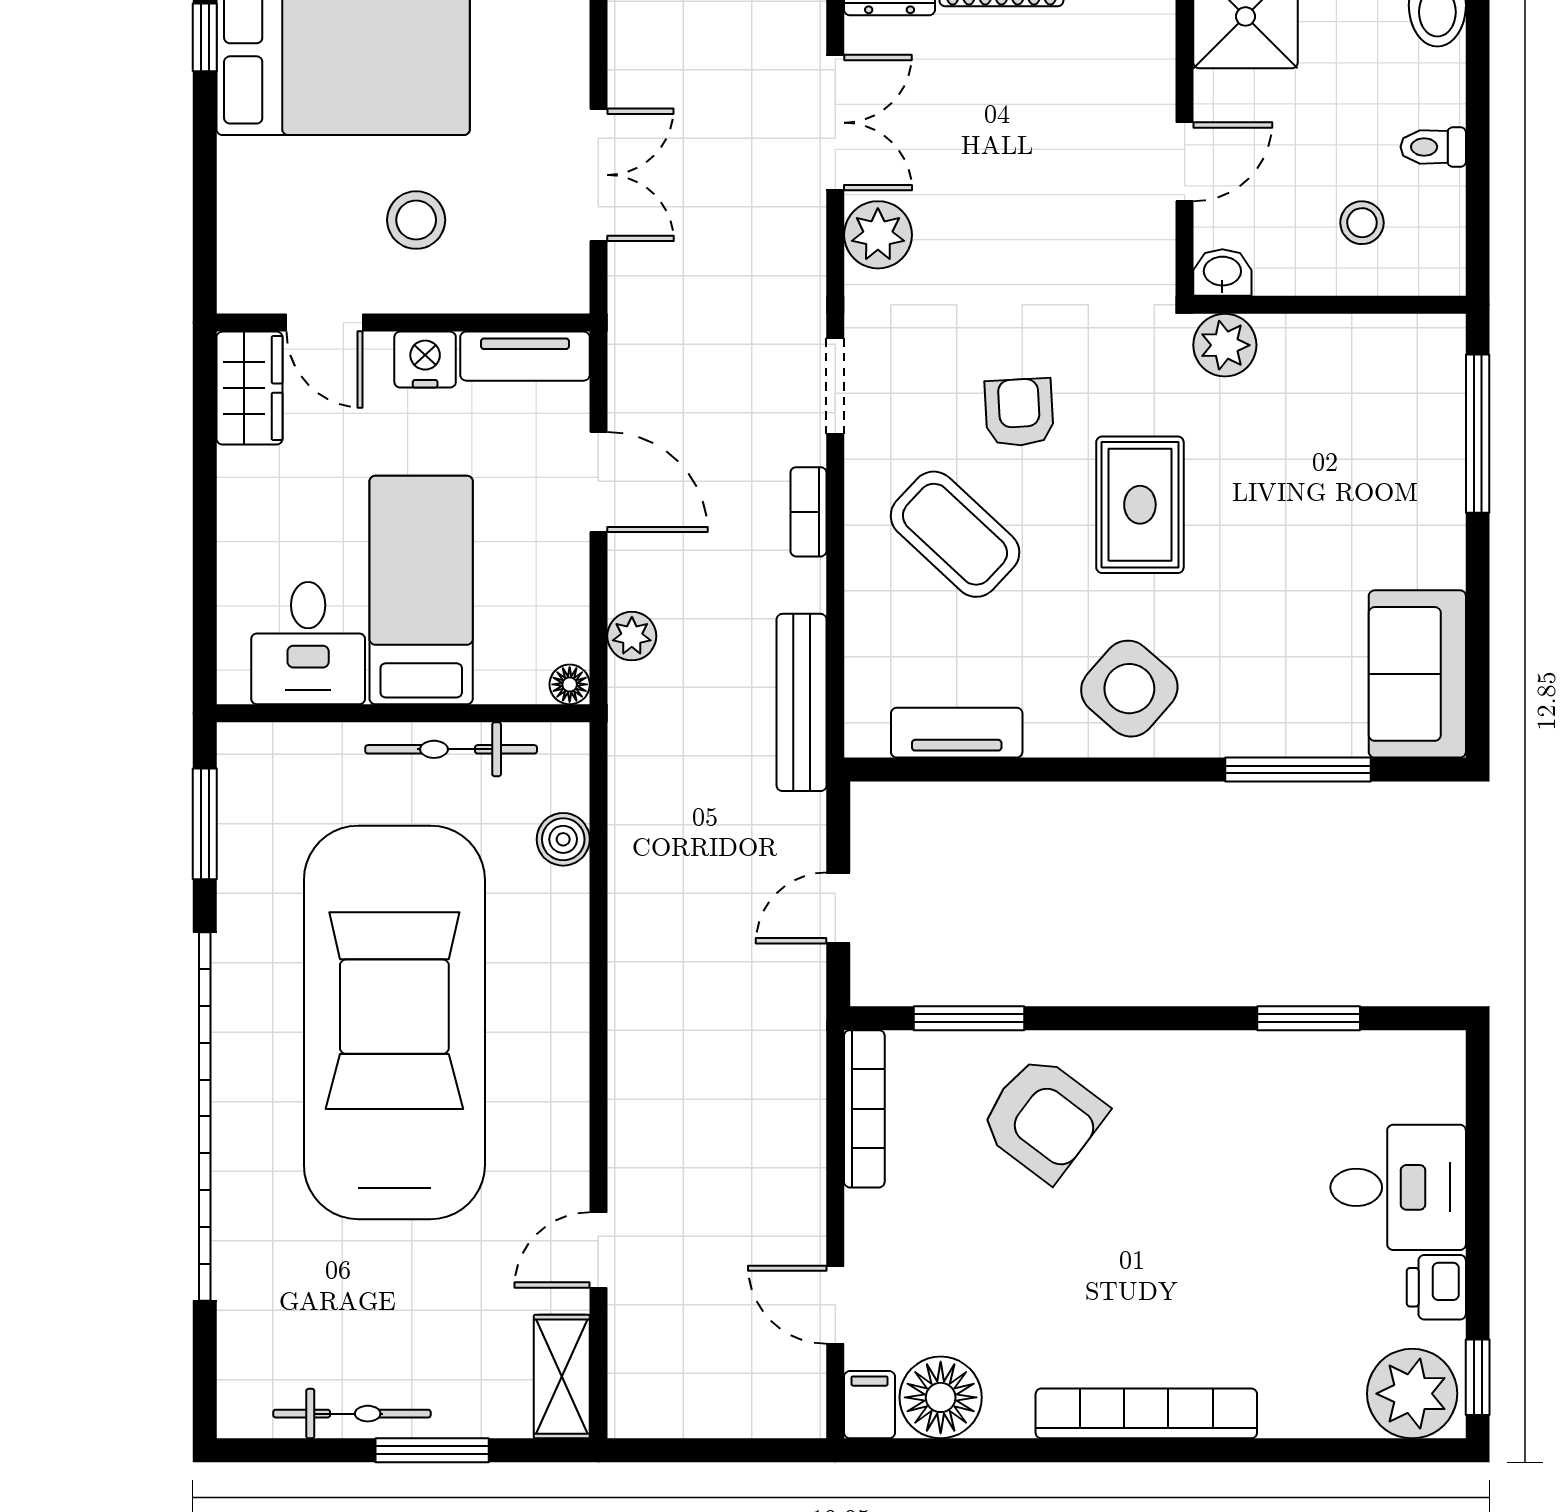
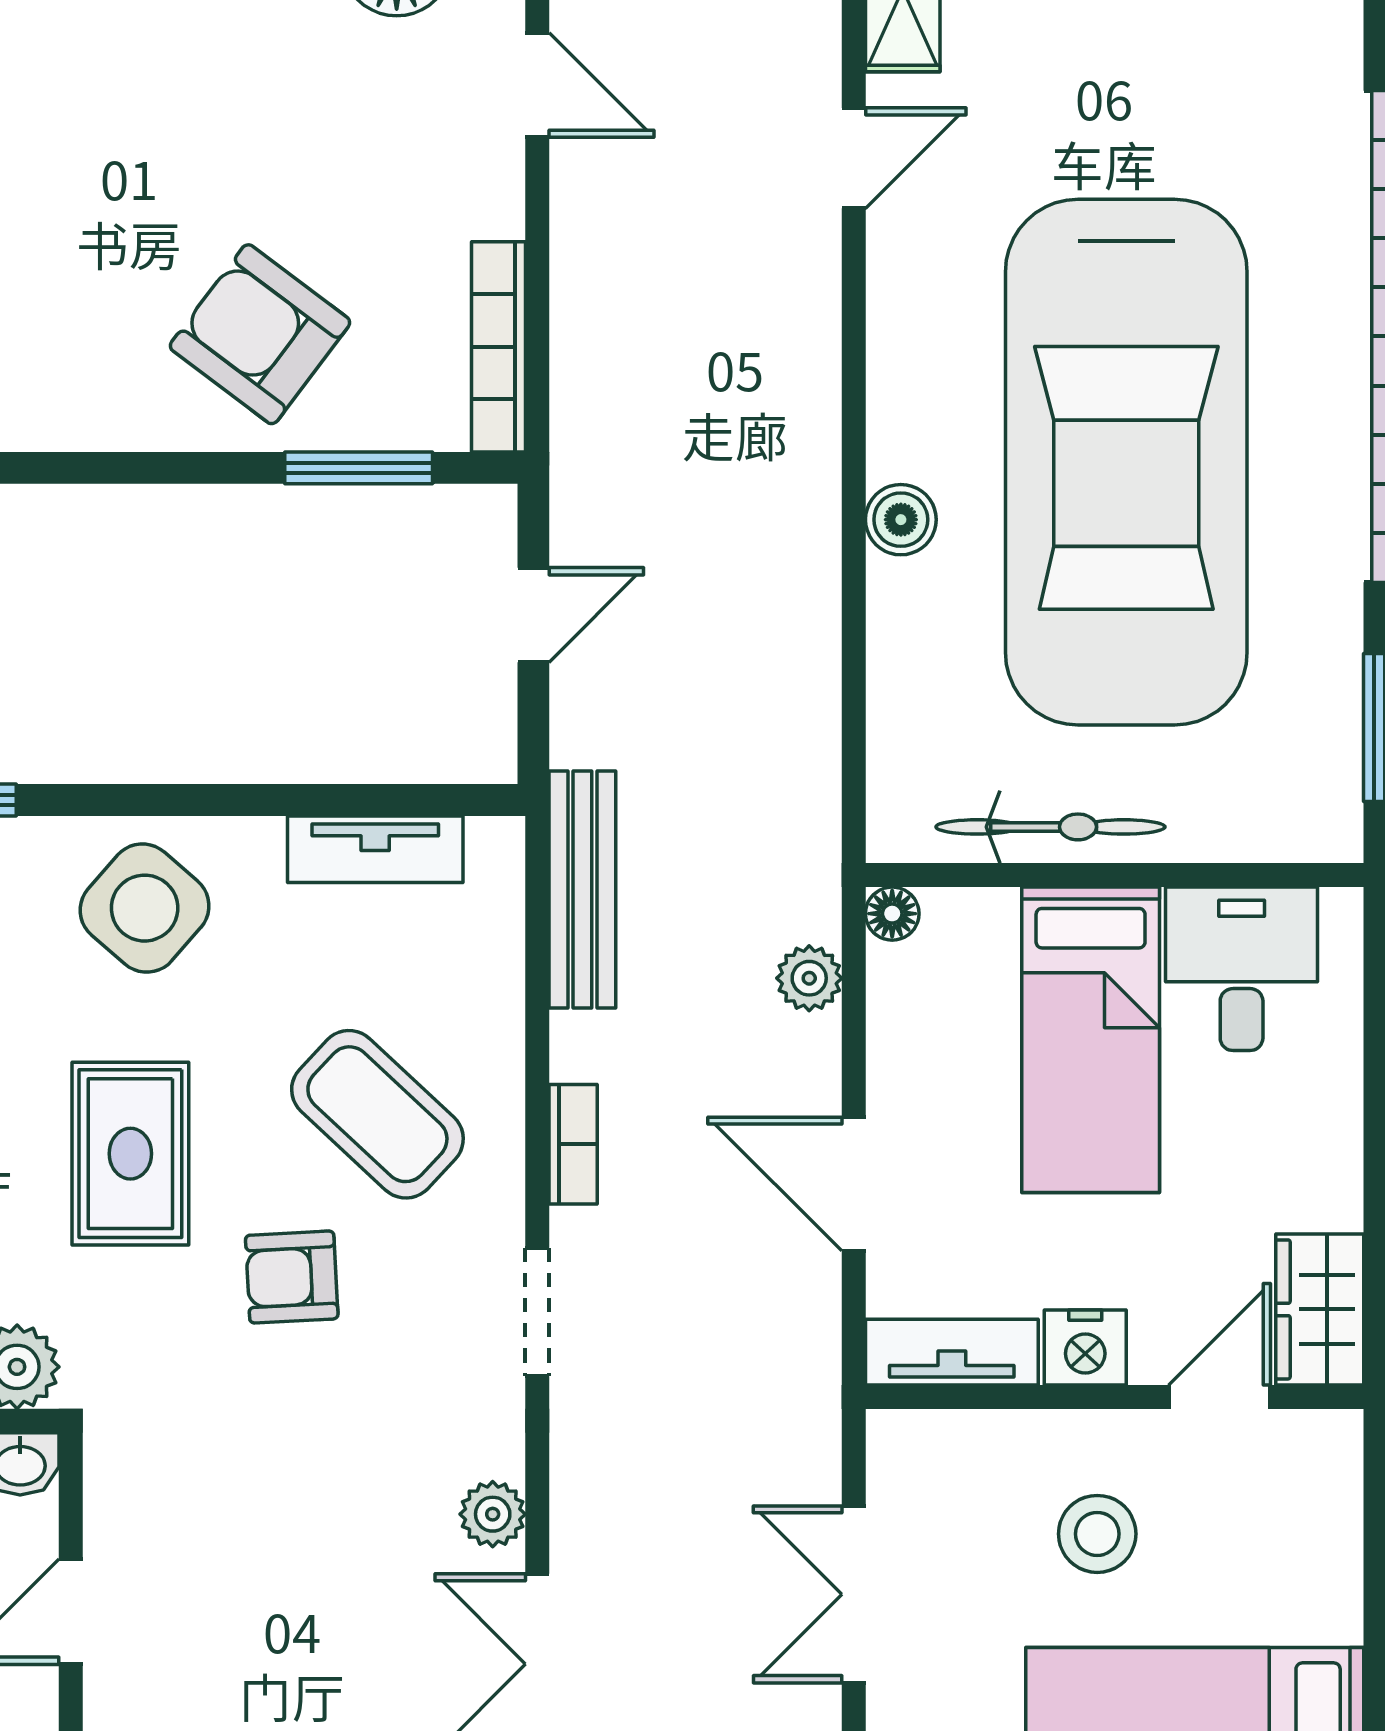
plant: (878, 235) -> (493, 1514), width x0.73, depth x0.73
door: (325, 323) -> (1220, 1397), hinge flipped
armchair: (1019, 412) -> (292, 1277), turned 90
boiler: (563, 839) -> (901, 520), moved

